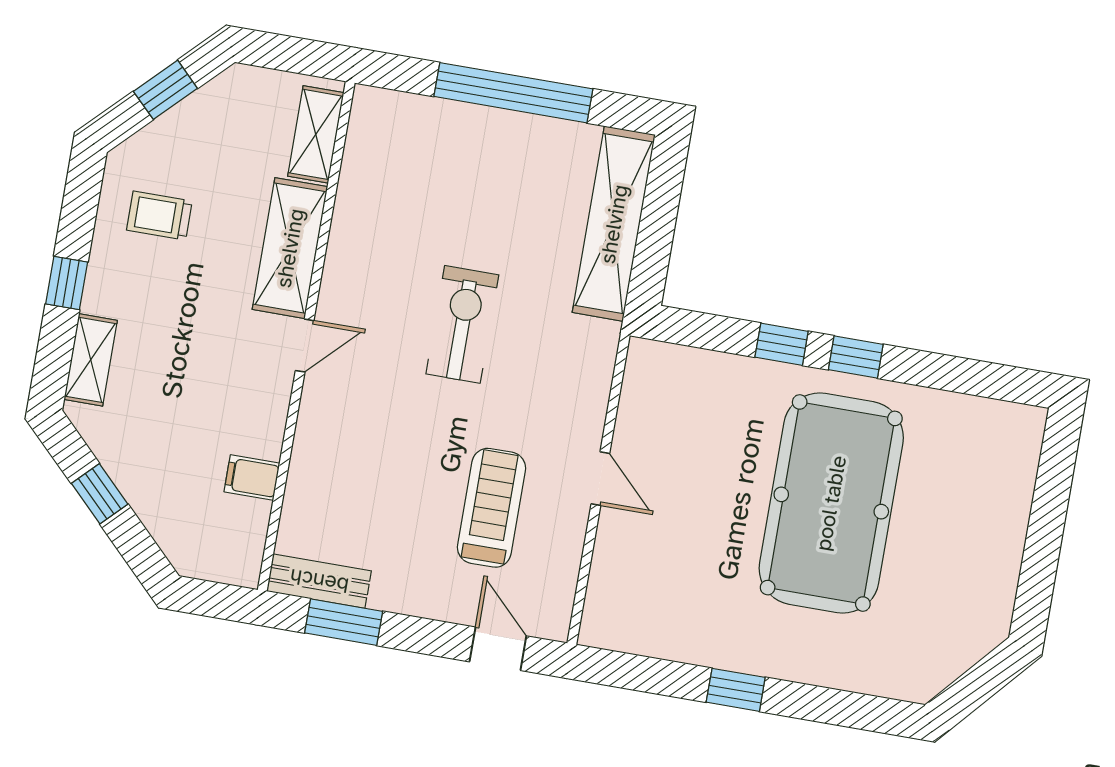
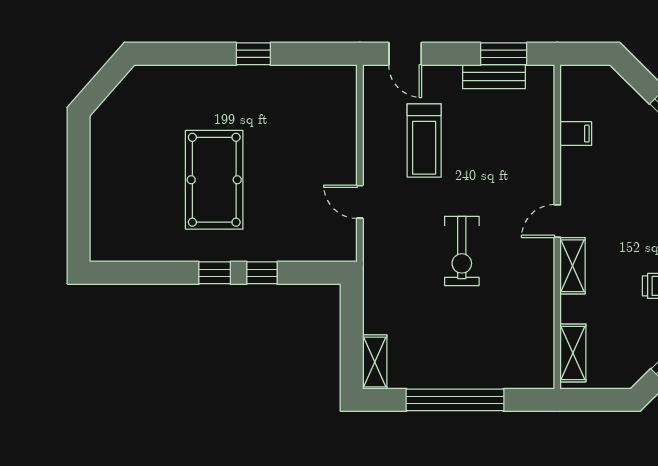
shelving: (614, 224) -> (375, 362), width x0.45, depth x0.75
shelving: (290, 248) -> (573, 266), width x0.67, depth x0.75
door: (600, 479) -> (360, 202), moved
pool table: (831, 503) -> (214, 180), width x0.73, depth x0.76
bench: (319, 581) -> (494, 77), moved

